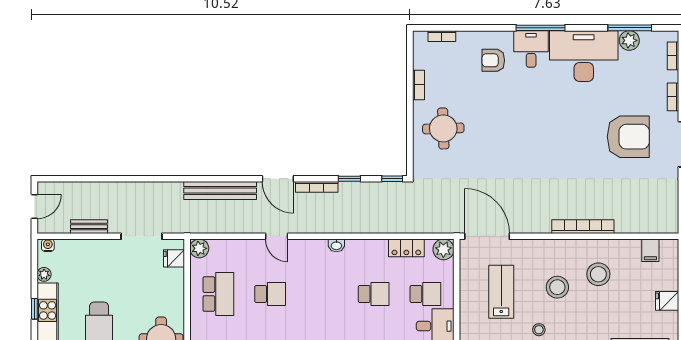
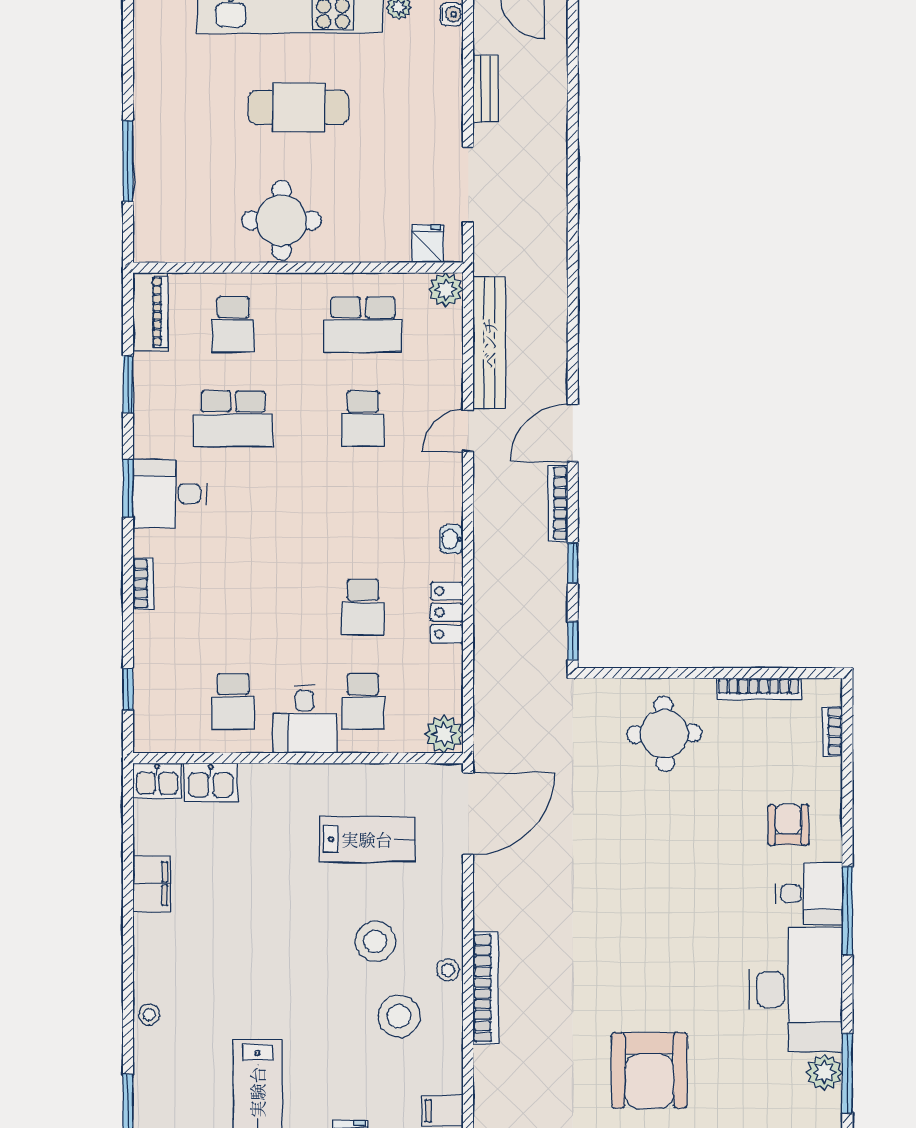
bookcase: (419, 85) -> (759, 689), width x1.56
bench: (220, 191) -> (489, 343), moved
locker: (406, 248) -> (447, 612), moved
stool: (539, 330) -> (448, 970), moved

